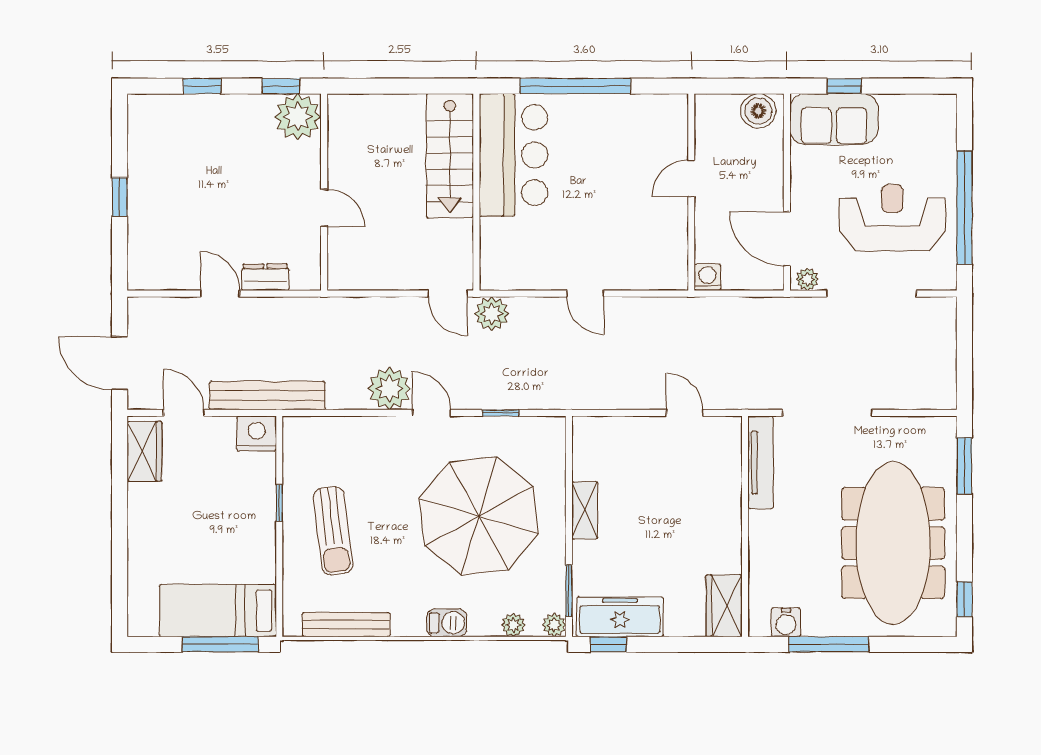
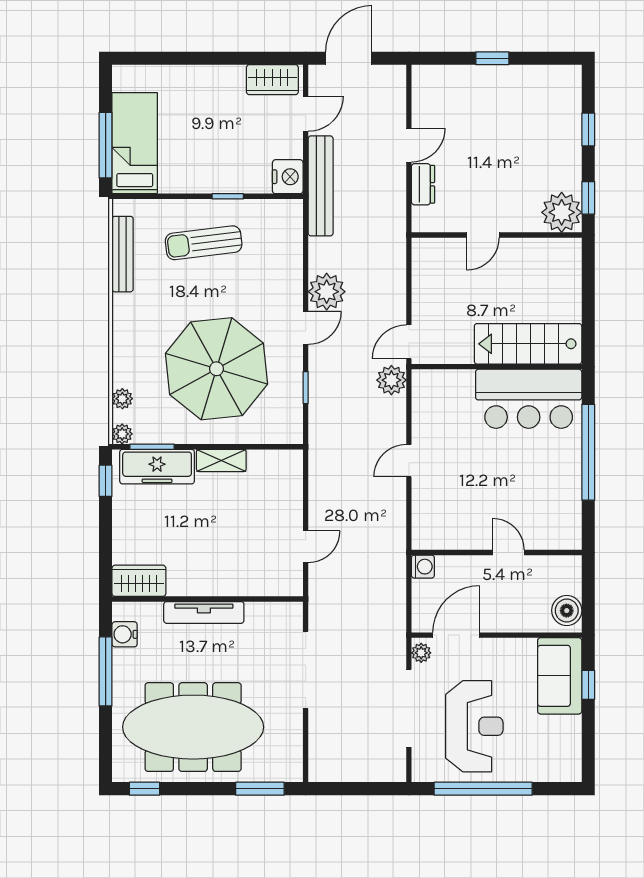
tv unit: (761, 462) -> (204, 612), moved
freezer: (620, 617) -> (157, 467), moved, turned 90
barbecue: (447, 623) -> (124, 341), removed

